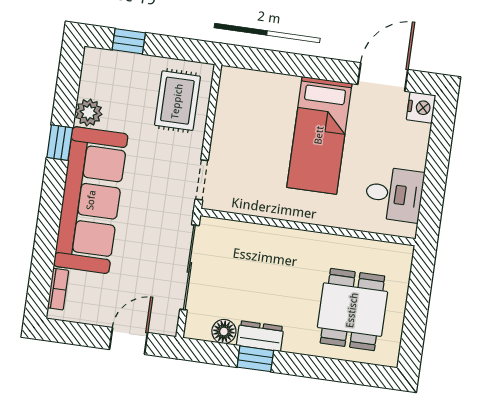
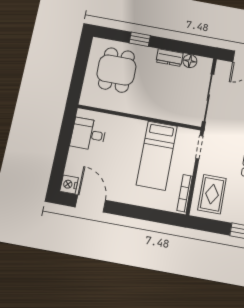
door: (383, 77) -> (90, 204), swing flipped
bookcase: (224, 100) -> (185, 193), added
bed: (319, 135) -> (157, 155), moved, turned 180
window: (255, 359) -> (140, 39), moved

